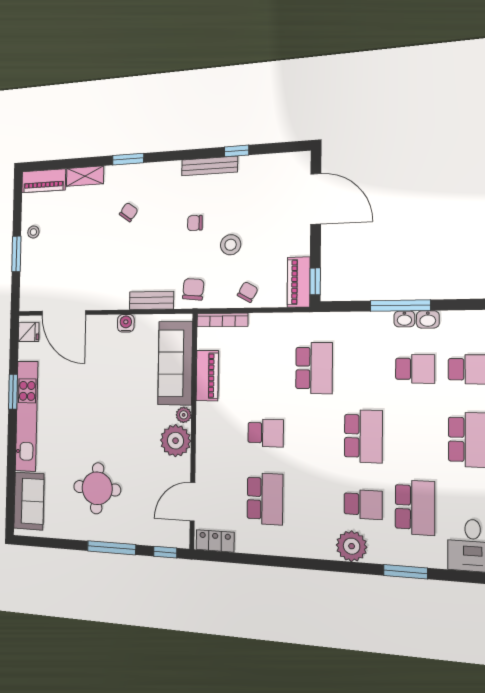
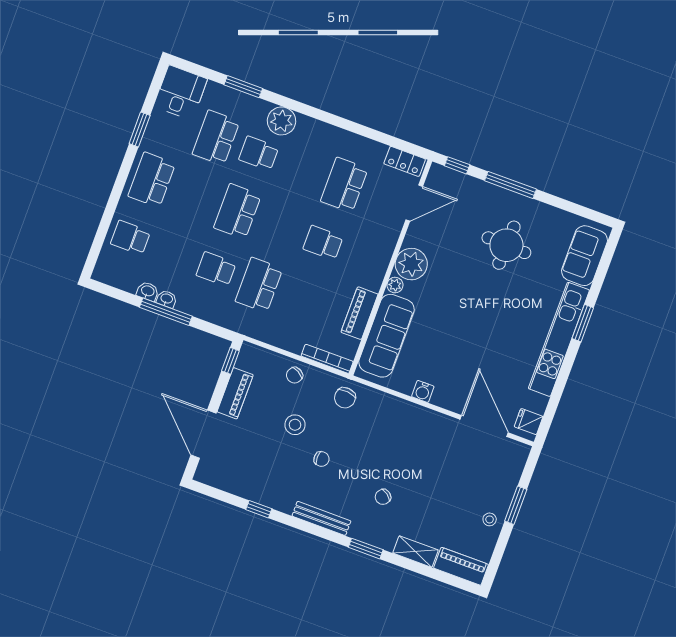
bench: (209, 166) -> (321, 518), moved
piano: (299, 282) -> (235, 393), moved
bench: (151, 300) -> (390, 403), removed
school desk: (415, 369) -> (216, 269), moved
window: (13, 392) -> (583, 323), moved

